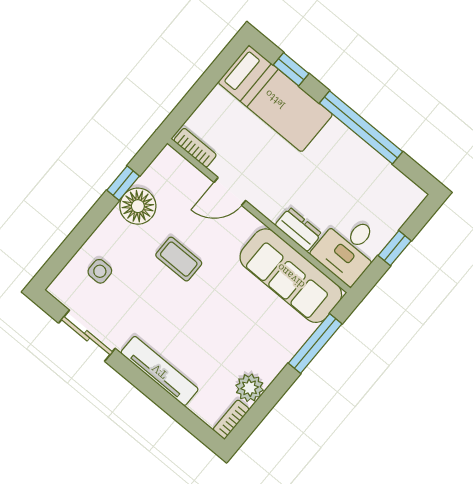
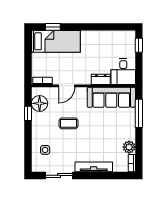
window: (361, 127) -> (93, 27), removed
floor lamp: (138, 206) -> (40, 103), moved
window: (395, 248) -> (139, 45), moved

